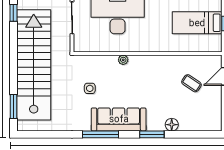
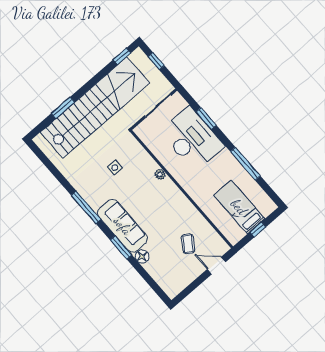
window: (13, 106) -> (63, 108), moved
sofa: (119, 119) -> (123, 226), moved

